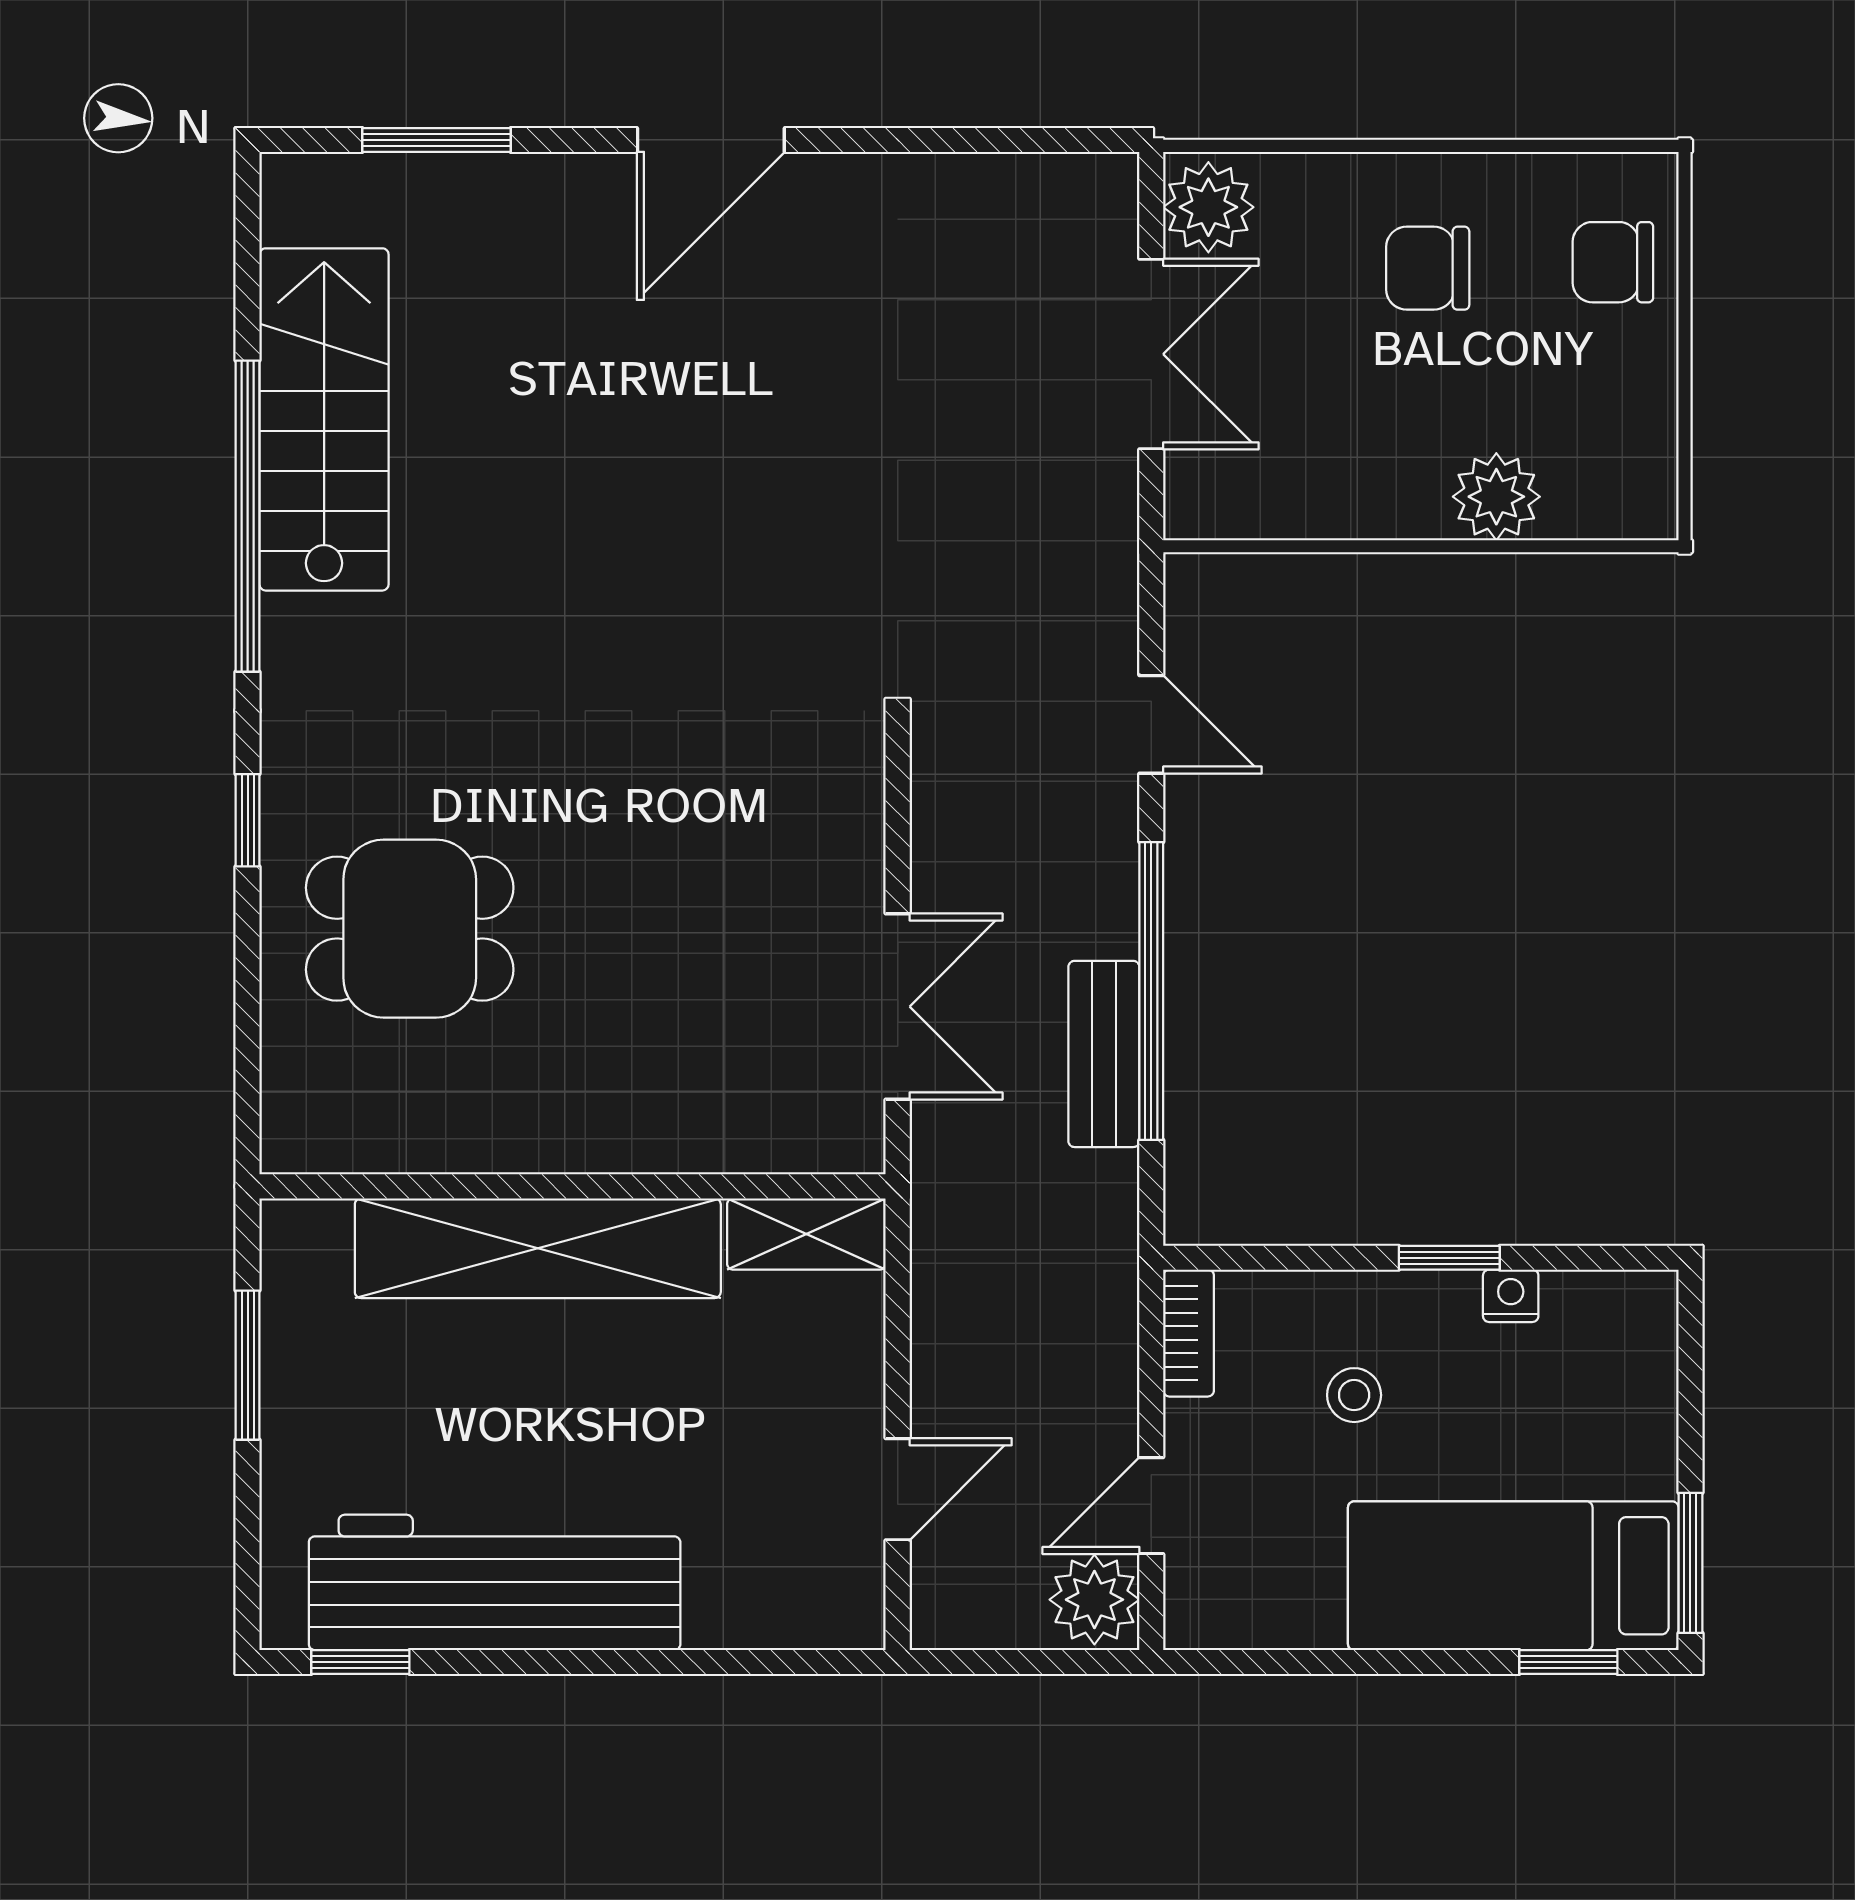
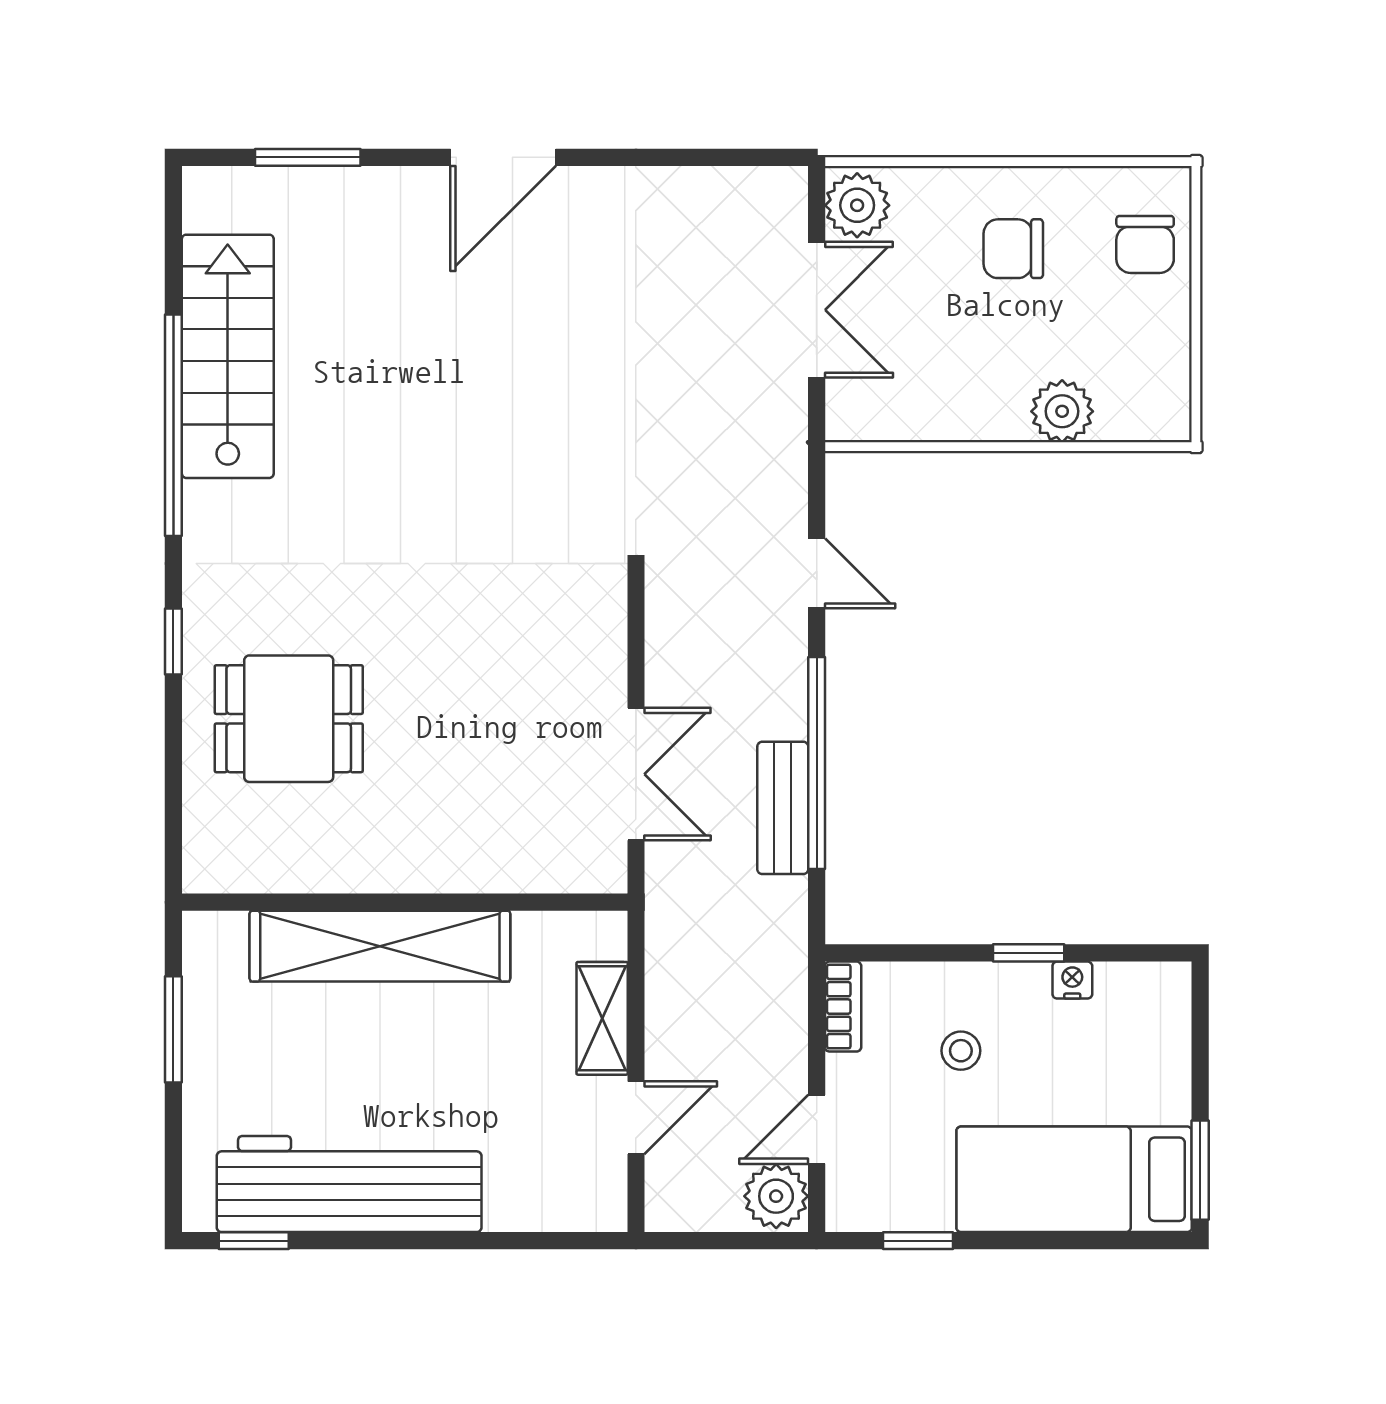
chair: (1613, 262) -> (1145, 244), turned -90
shelving: (806, 1234) -> (602, 1018), moved, turned 90
window: (1568, 1662) -> (918, 1241), moved

